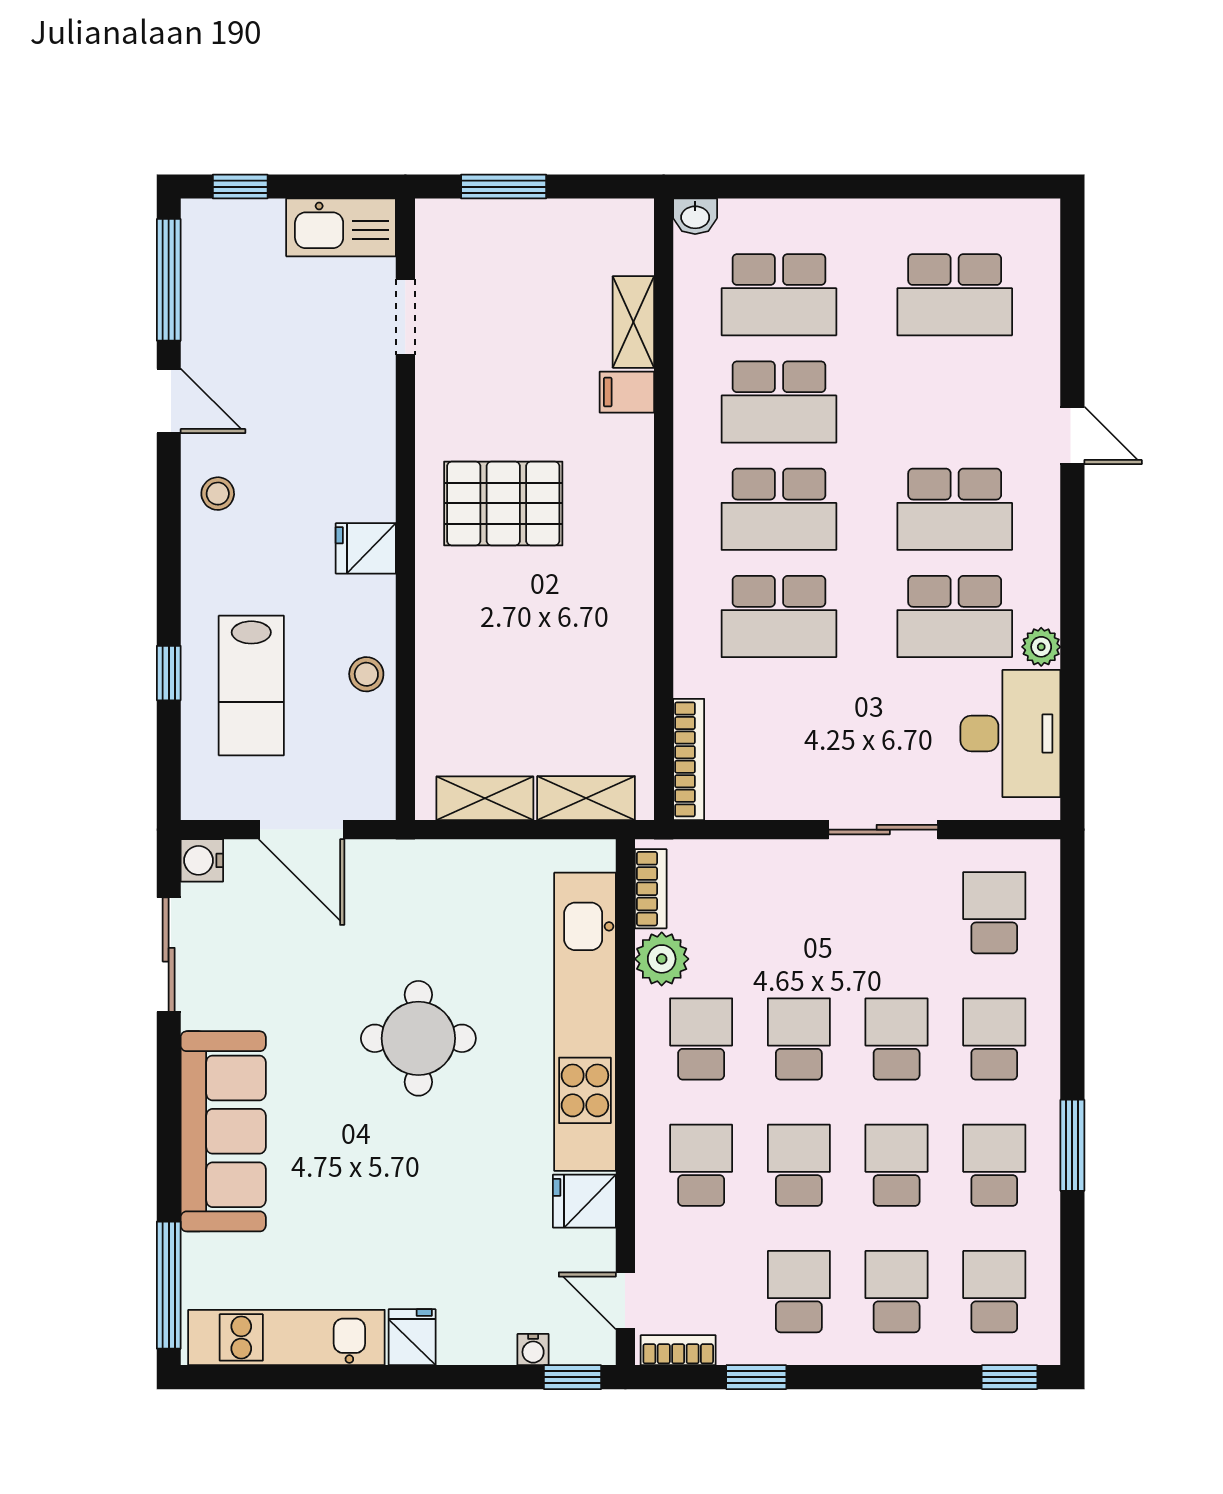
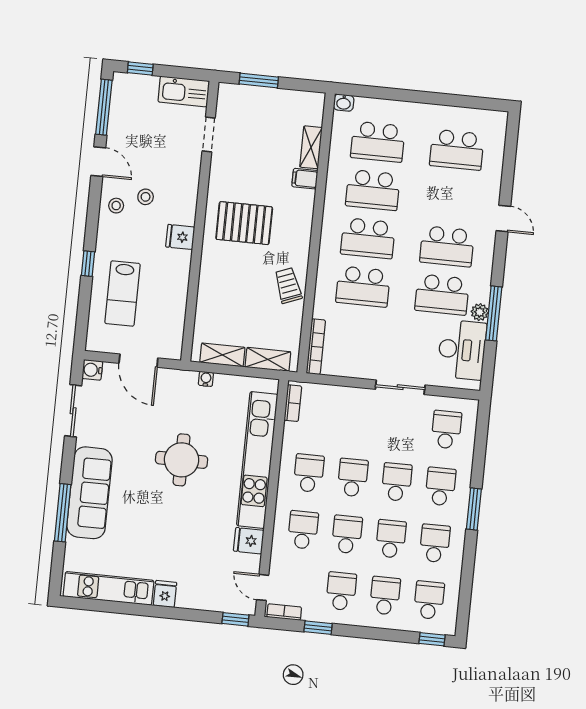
trolley: (614, 631) -> (288, 286), added
window: (1072, 646) -> (494, 313), added
window: (169, 673) -> (88, 264), moved
stool: (366, 674) -> (146, 197), moved
plant: (662, 959) -> (295, 435), removed
window: (1072, 1145) -> (474, 509), moved
window: (169, 1285) -> (63, 513), moved
water cooler: (533, 1350) -> (206, 379), moved, turned 180

